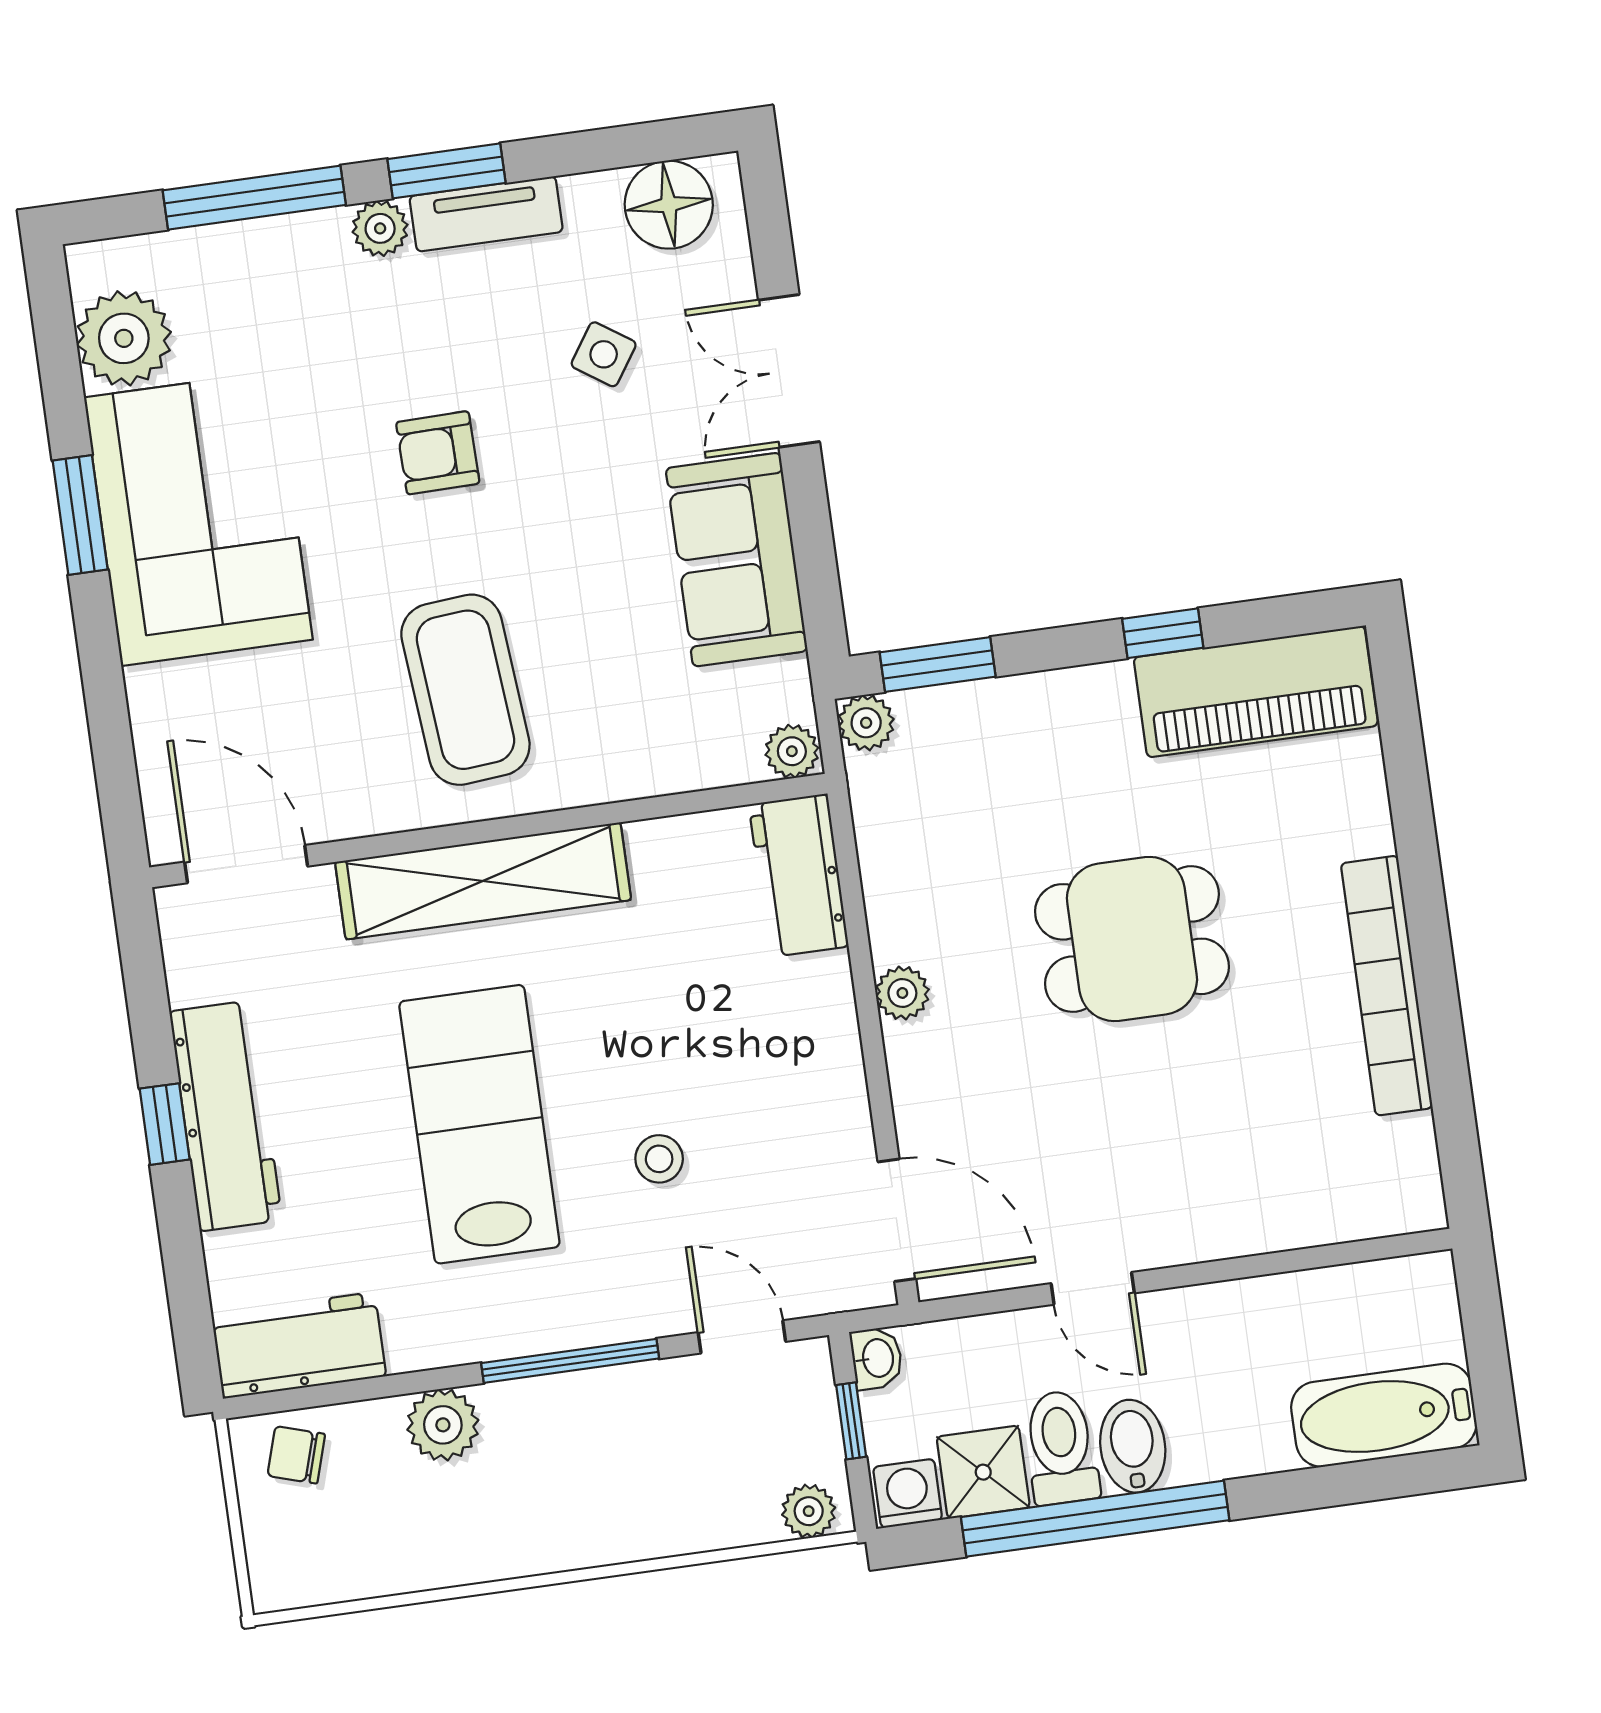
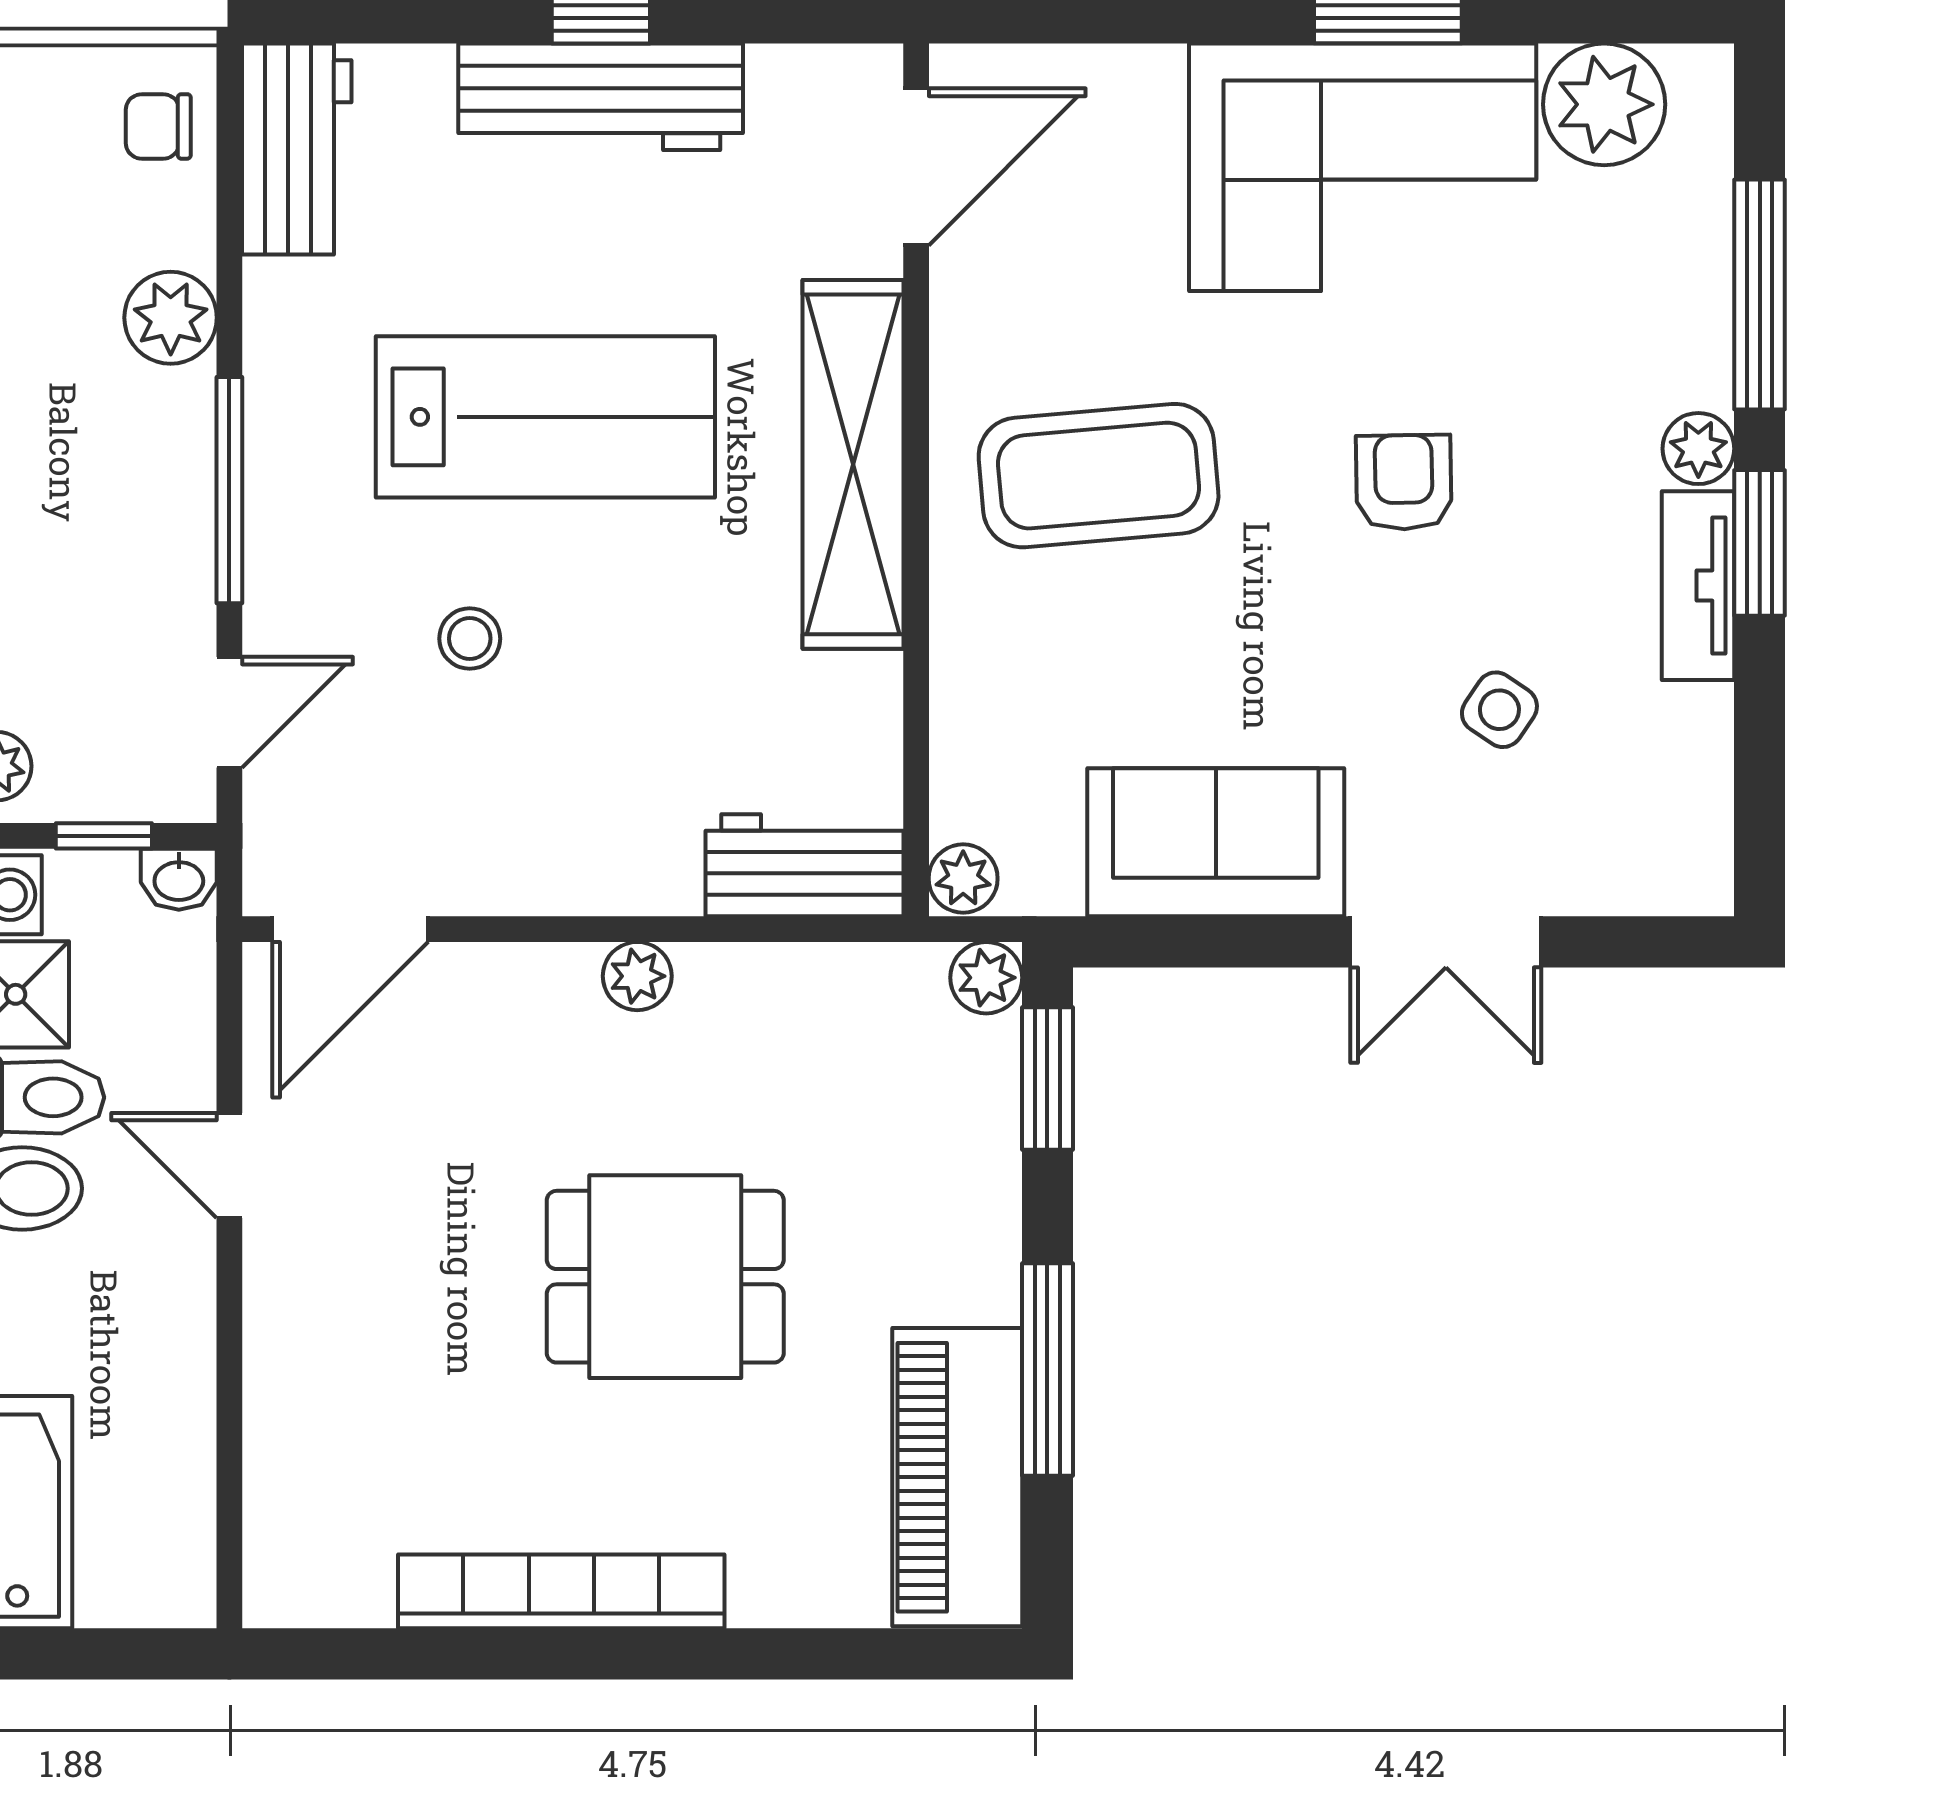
floor lamp: (669, 205) -> (1678, 819), removed
double door: (789, 371) -> (1446, 942), swing flipped
window: (1163, 633) -> (1047, 1370), width x2.17
dining table: (1132, 939) -> (665, 1277), turned 90
door: (1093, 1288) -> (229, 1165), hinge flipped
chair: (296, 1455) -> (158, 126), turned -107

